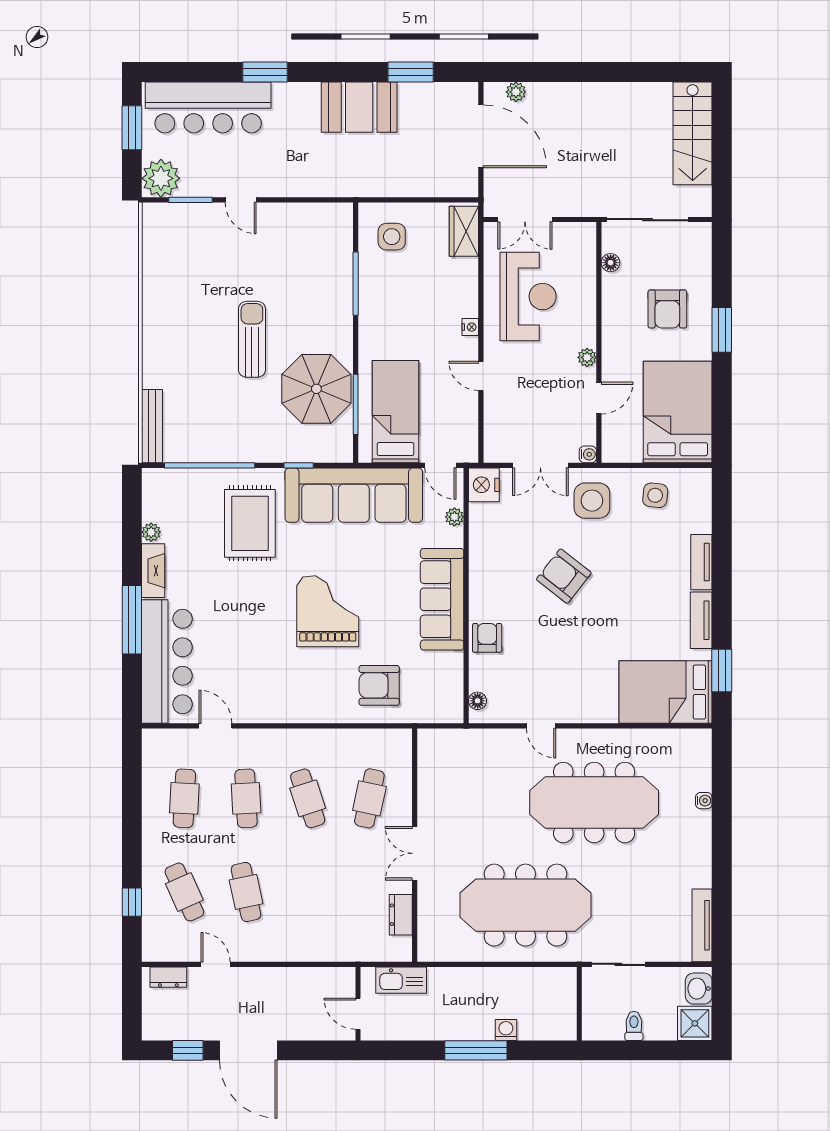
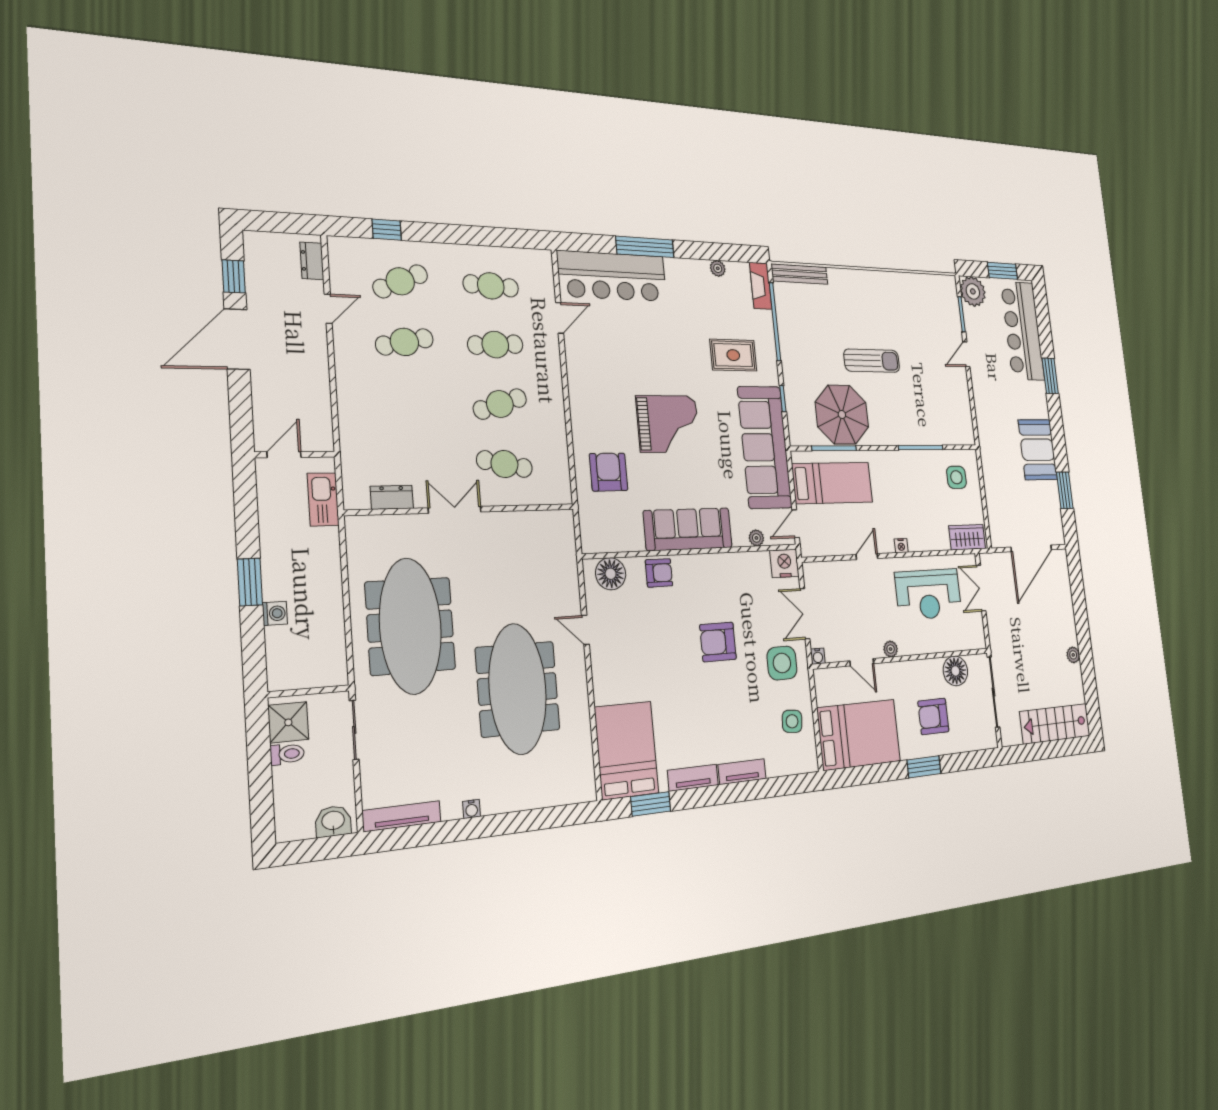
plant: (516, 92) -> (1073, 655), moved
floor lamp: (611, 263) -> (955, 671), width x1.89, depth x1.89
rug: (250, 523) -> (733, 355), width x0.73, depth x0.70
fireplace: (153, 571) -> (761, 286), moved, turned 90
armchair: (564, 576) -> (718, 642), turned -128
floor lamp: (478, 701) -> (611, 574), width x1.89, depth x1.89
door: (541, 726) -> (585, 630), hinge flipped
water cooler: (704, 801) -> (472, 809), moved
shower: (695, 1023) -> (288, 722), moved
window: (476, 1050) -> (250, 582), width x0.69

